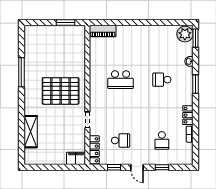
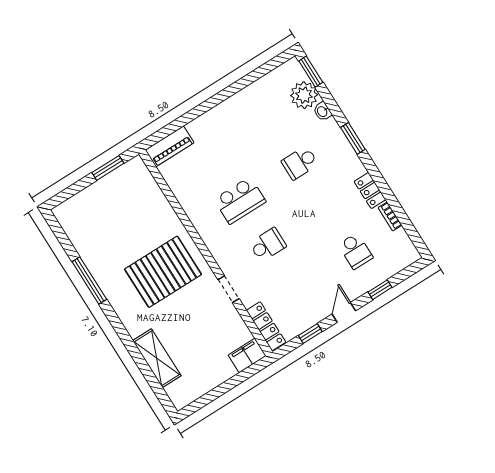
plant: (185, 34) -> (304, 95), moved
school desk: (121, 140) -> (268, 245), moved
door: (137, 167) -> (344, 312), swing flipped

